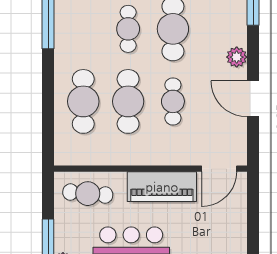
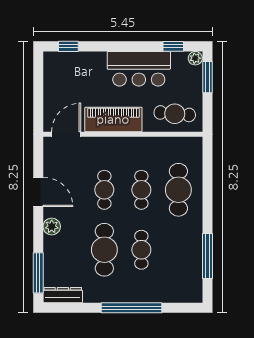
cafe table: (128, 101) -> (141, 190), width x0.73, depth x0.74

